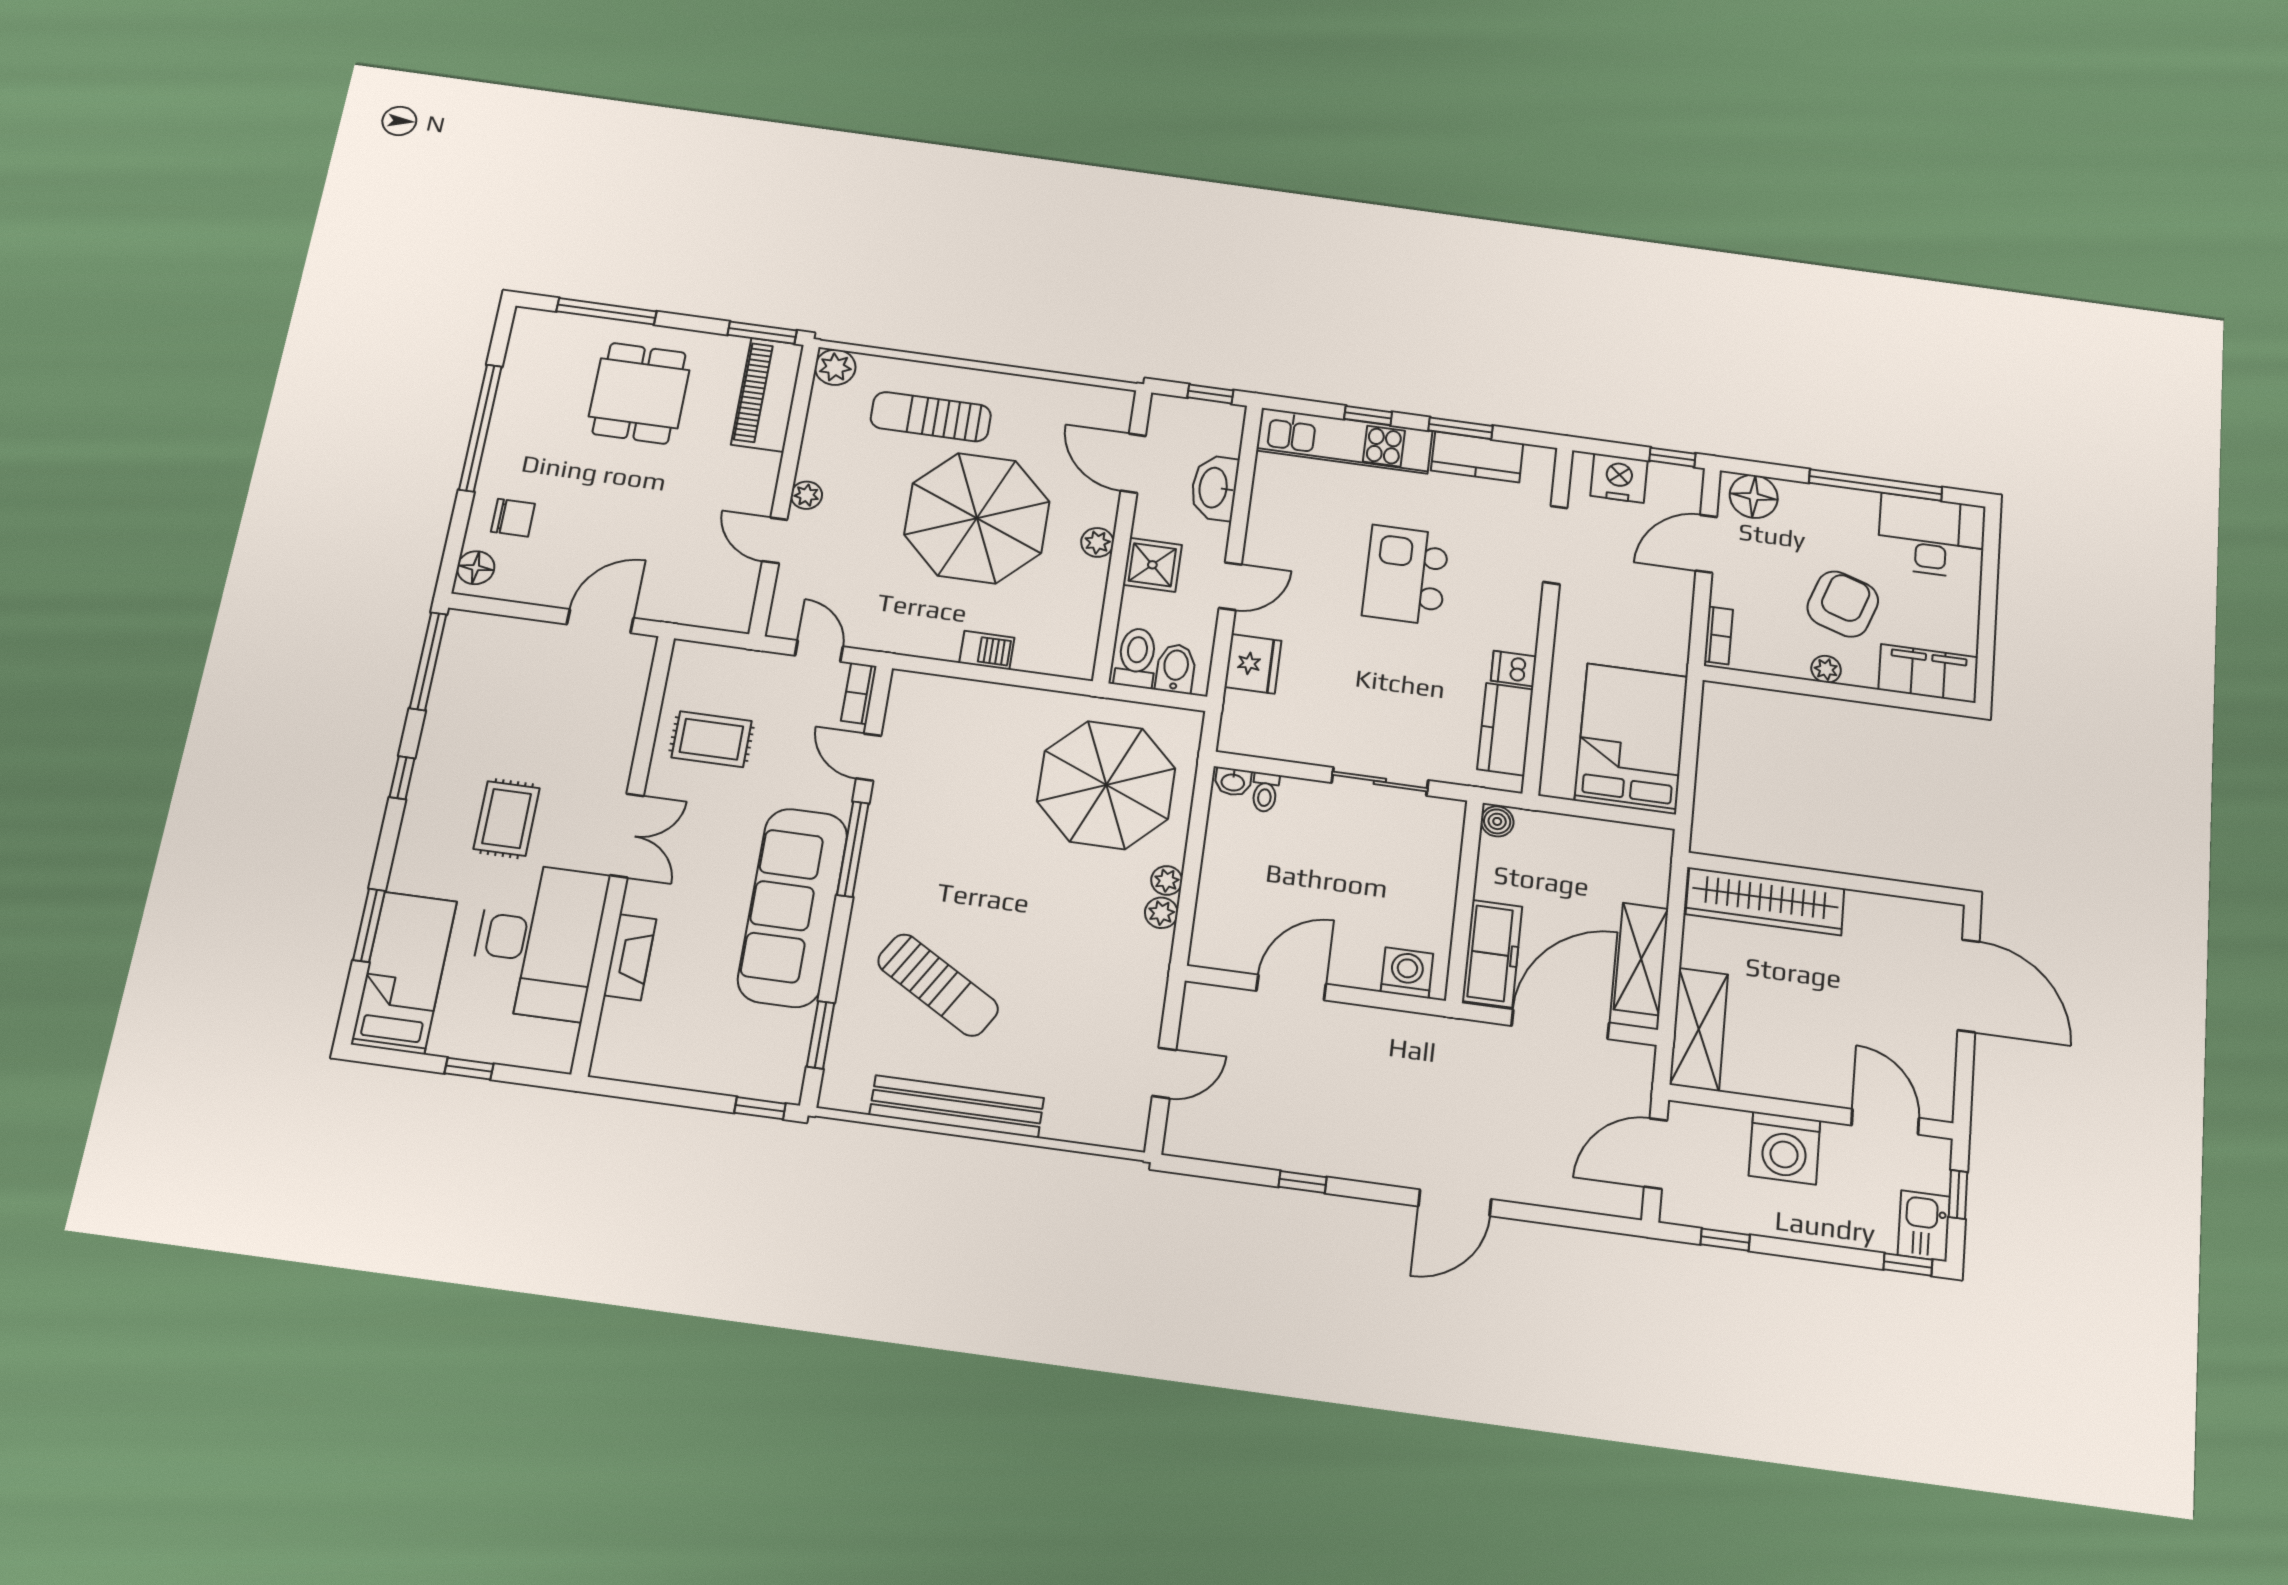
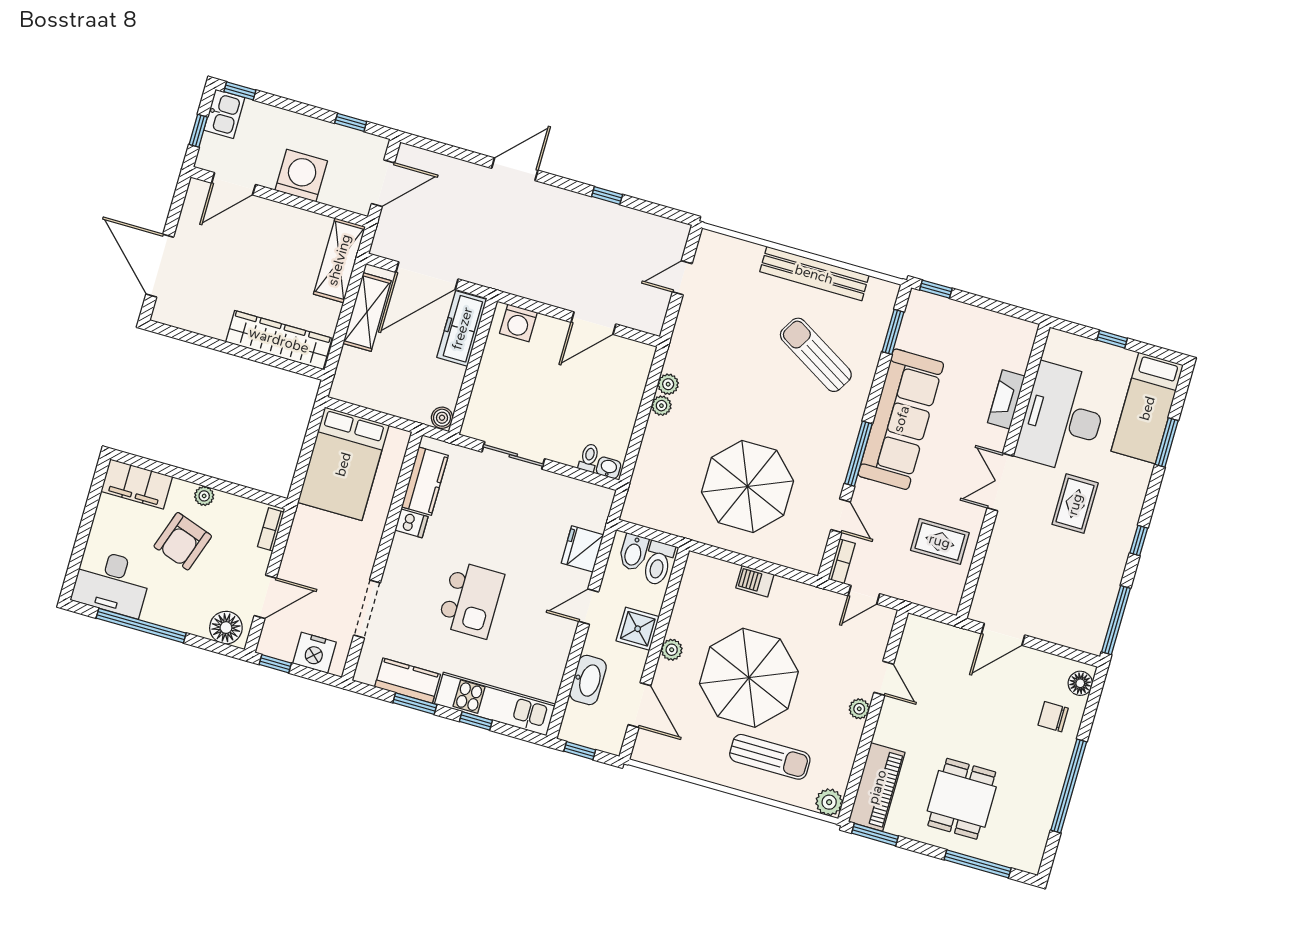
door: (819, 651) -> (864, 595), hinge flipped
parasol: (1106, 785) -> (748, 486), moved
door: (1885, 1122) -> (234, 184), hinge flipped

